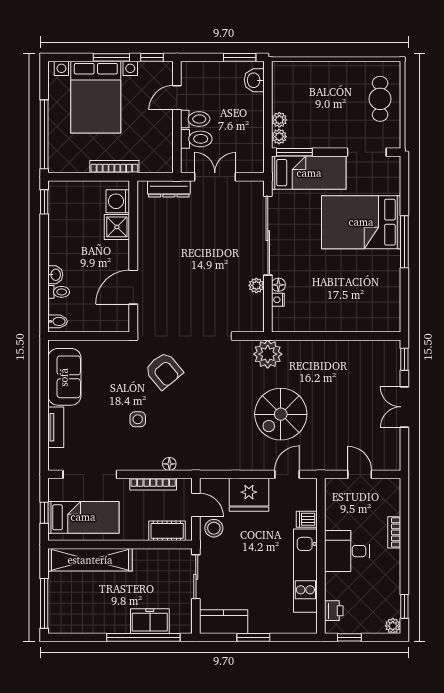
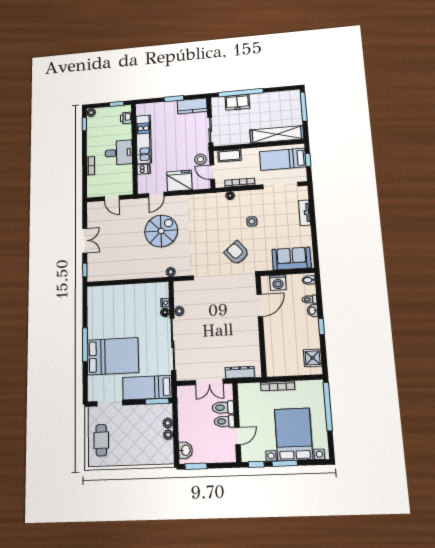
plant: (279, 137) -> (168, 435), moved
washing machine: (118, 201) -> (278, 283), moved, turned 90
window: (44, 202) -> (321, 327), moved
shower: (117, 227) -> (313, 358), moved
plant: (268, 354) -> (171, 272), width x0.53, depth x0.53
sofa: (64, 377) -> (292, 259), moved, turned 90

